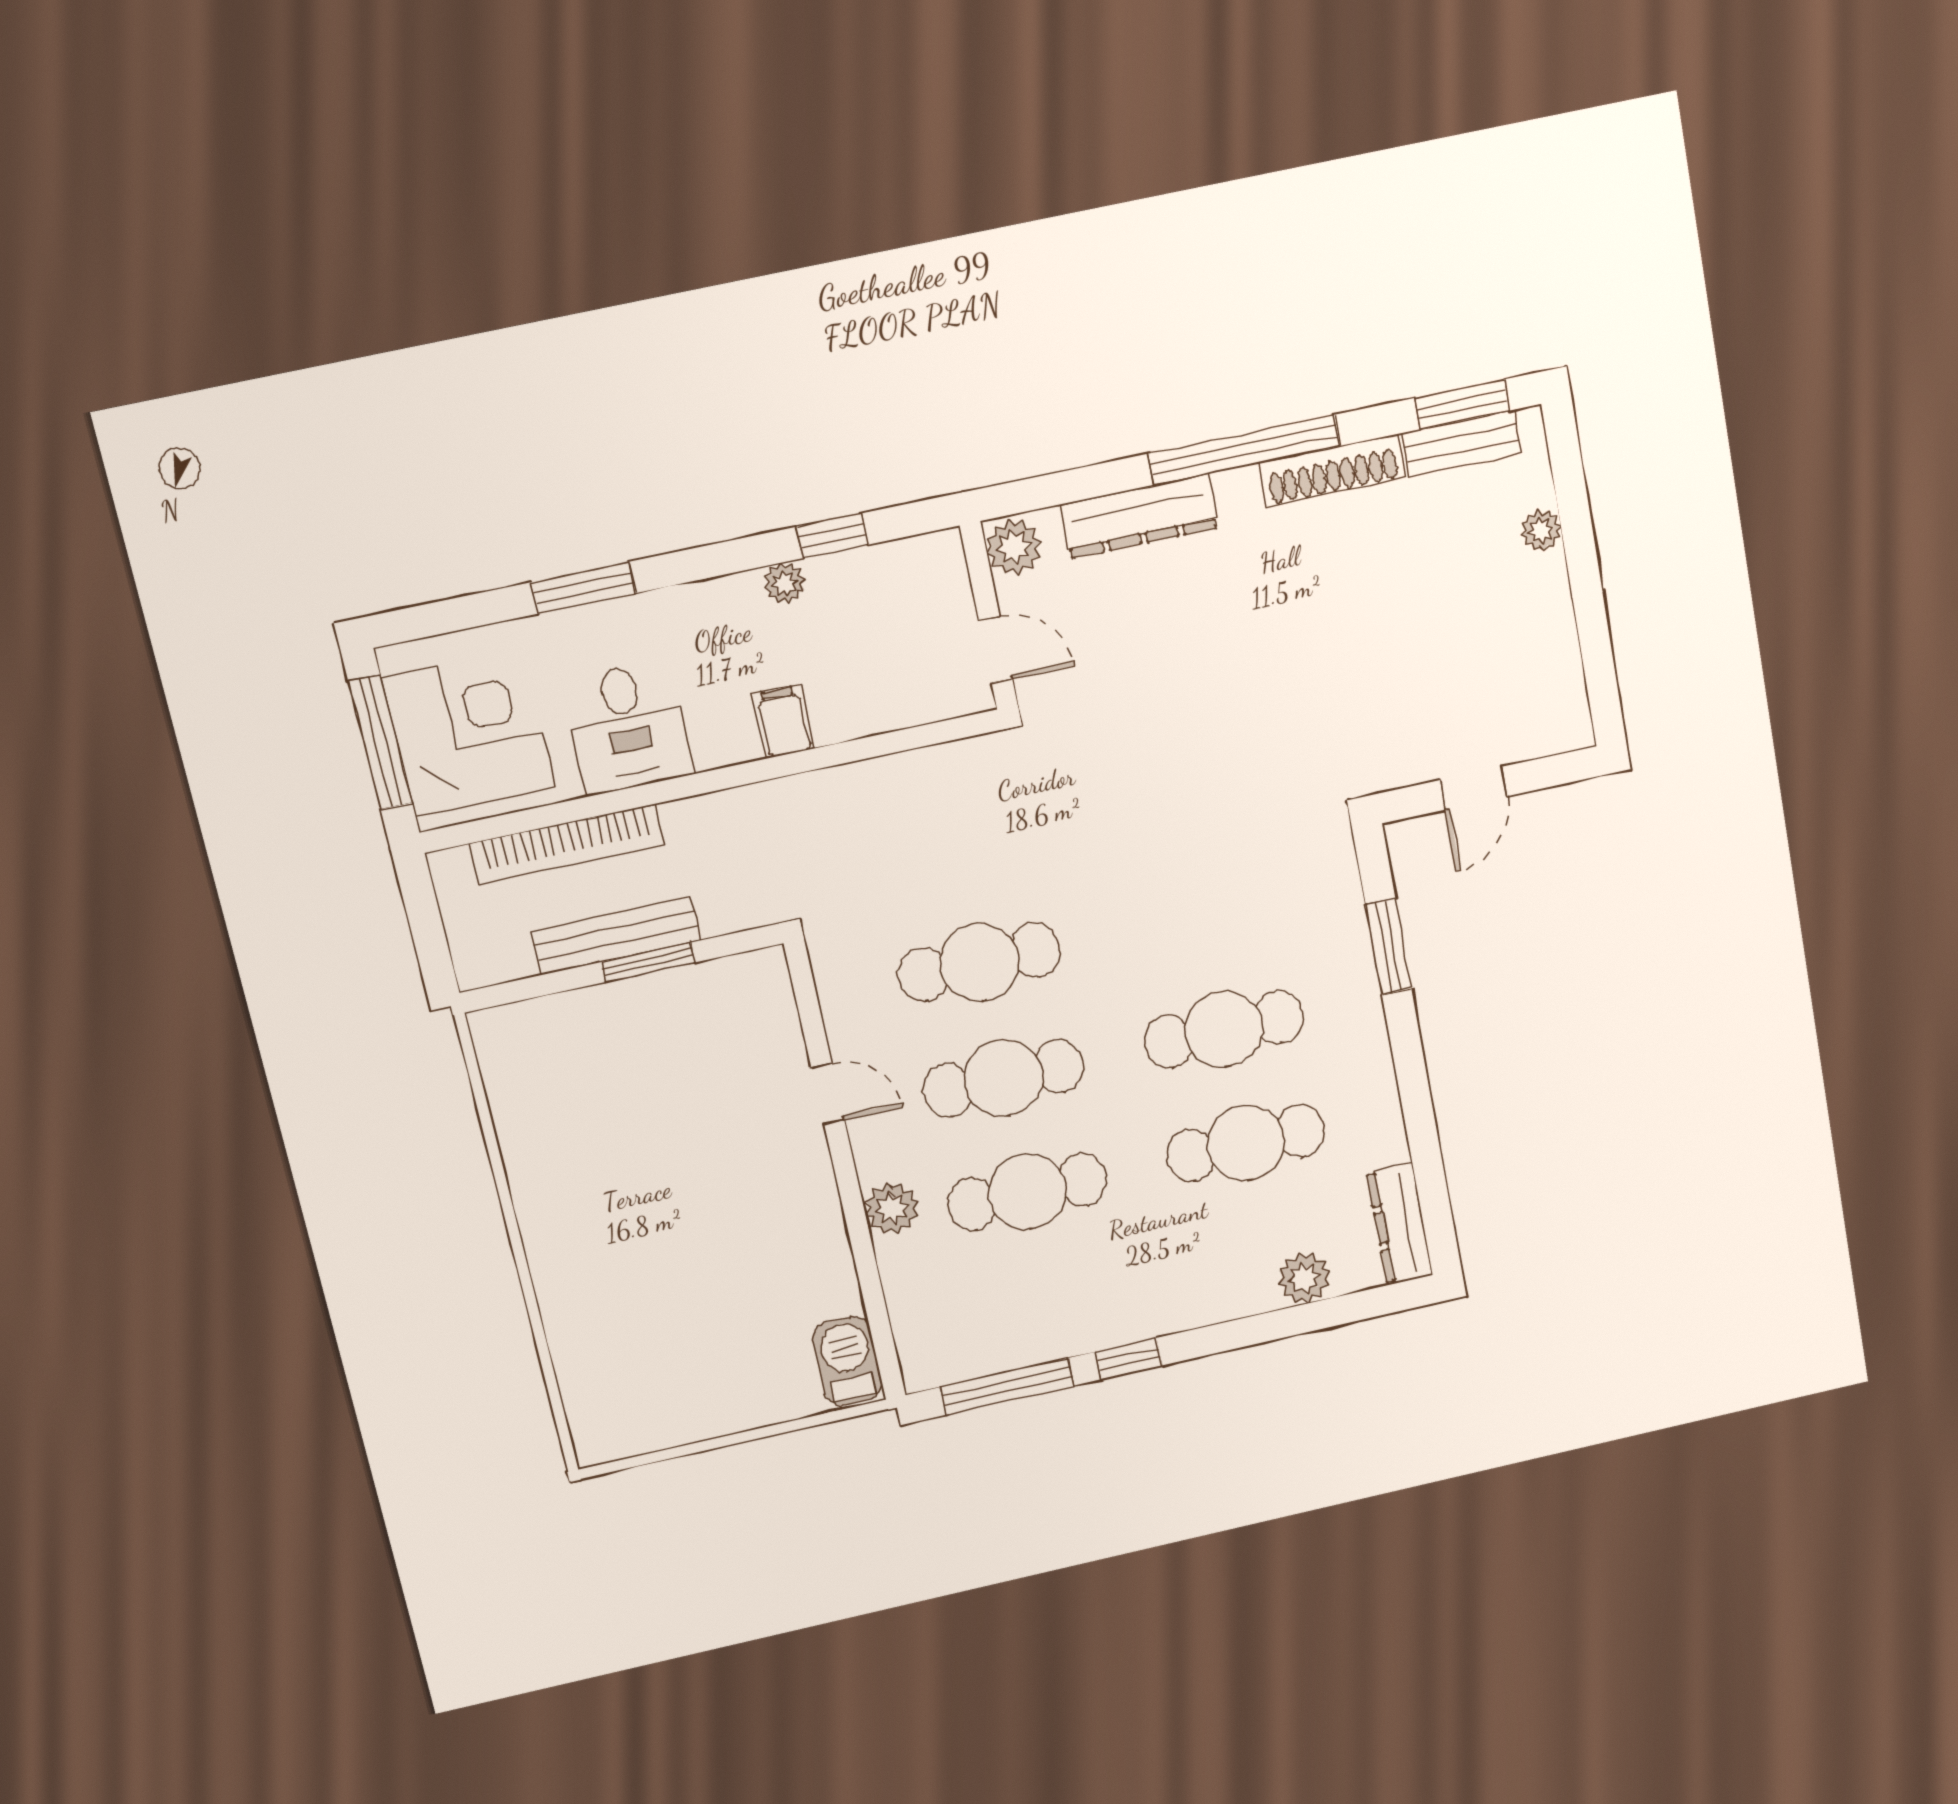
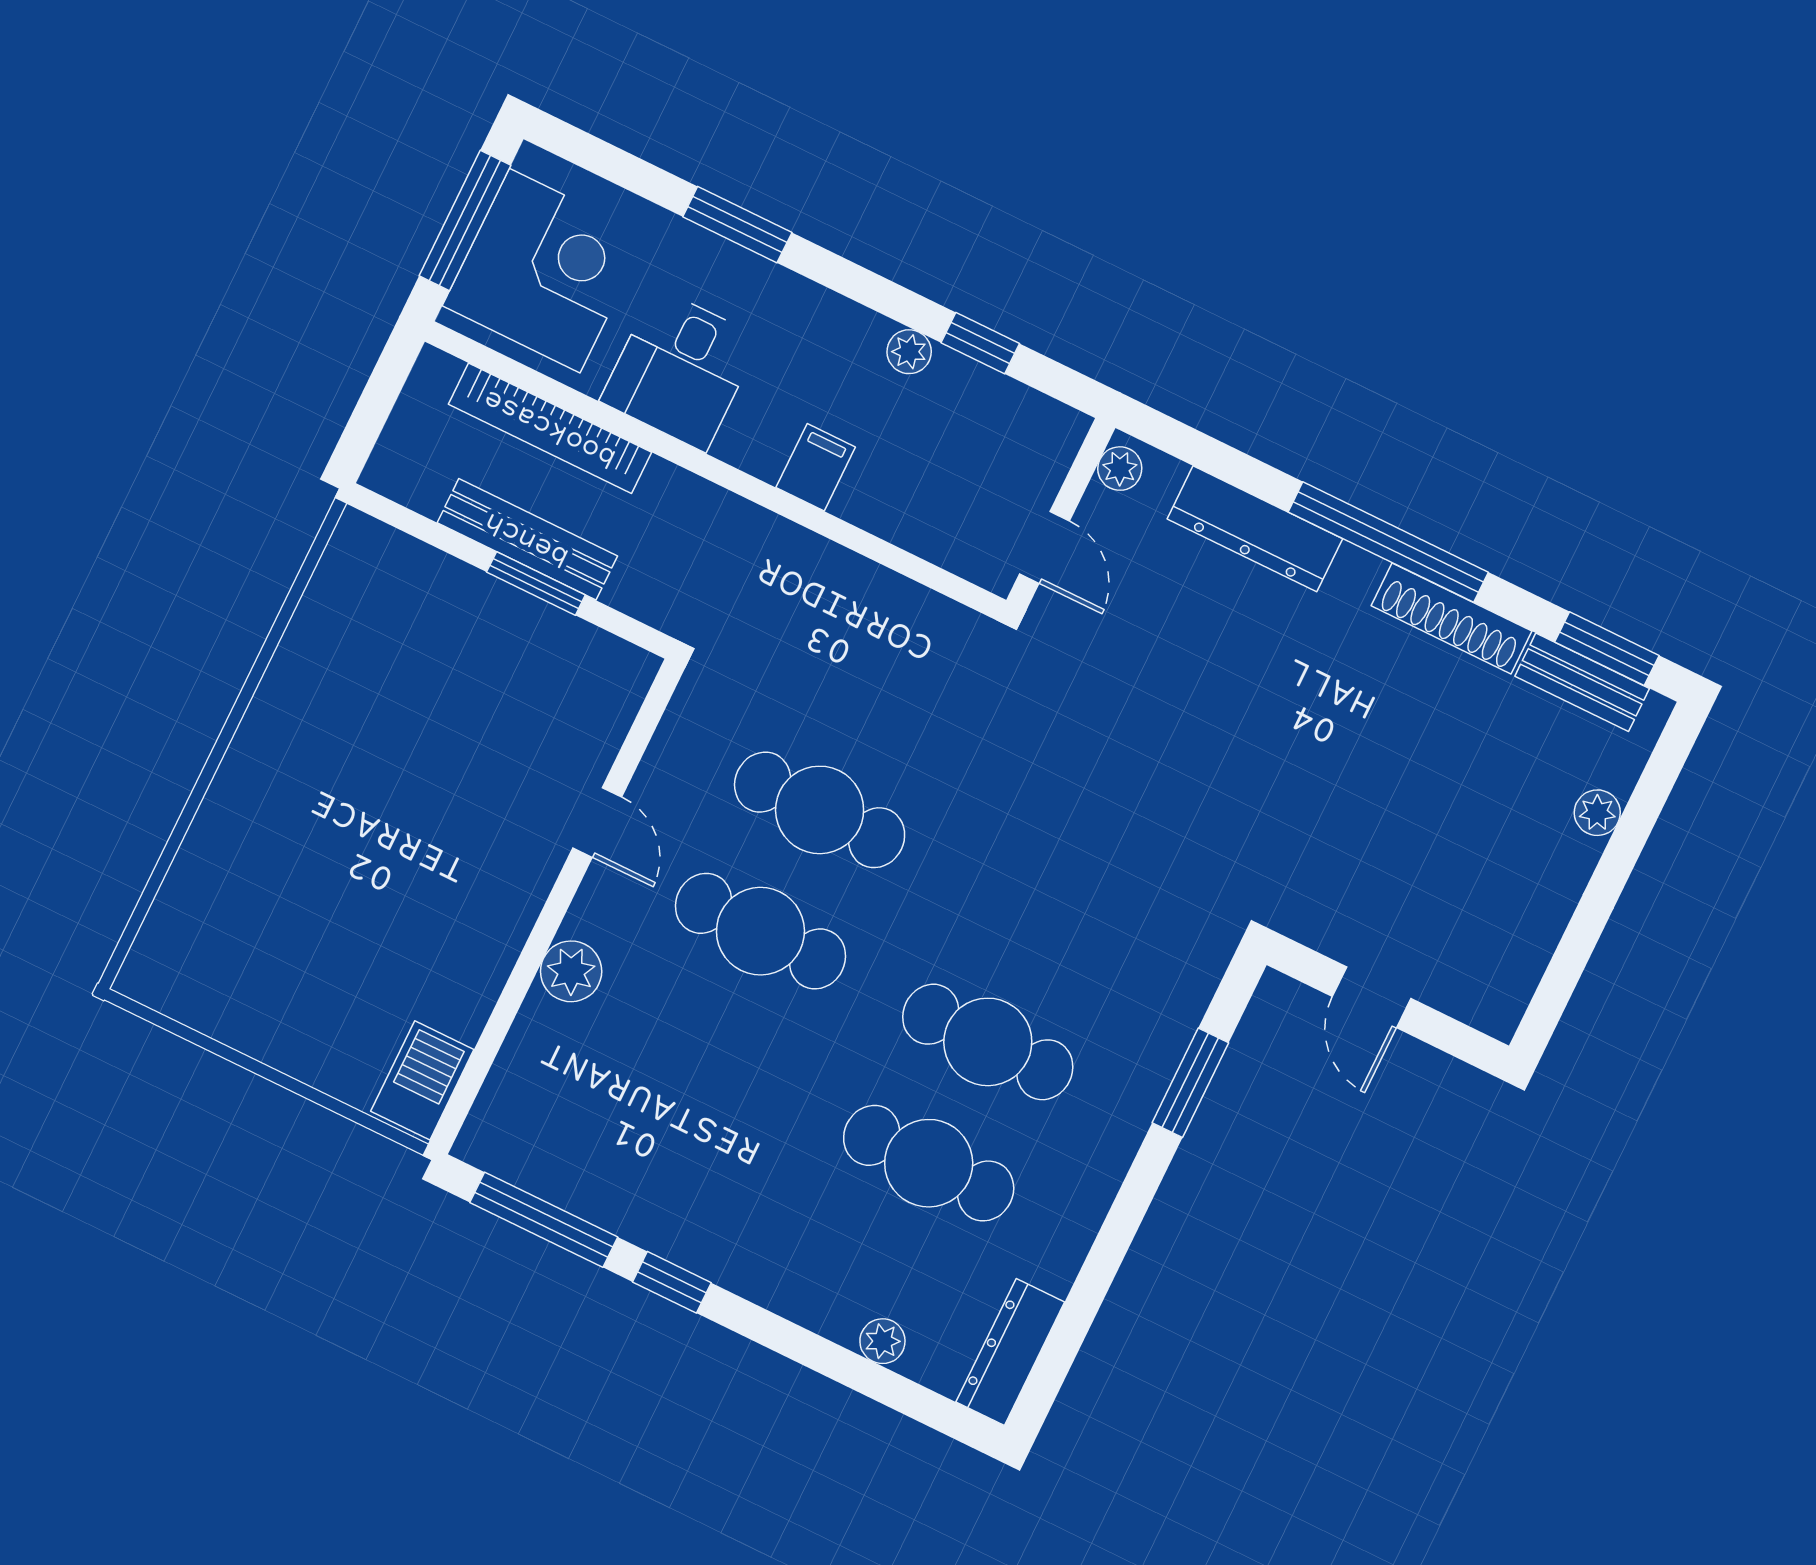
plant: (1014, 547) -> (1120, 469), width x0.73, depth x0.73
door: (1474, 788) -> (1372, 997), hinge flipped
cafe table: (1027, 1192) -> (701, 1052), removed
plant: (1304, 1278) -> (882, 1341), width x0.73, depth x0.73

